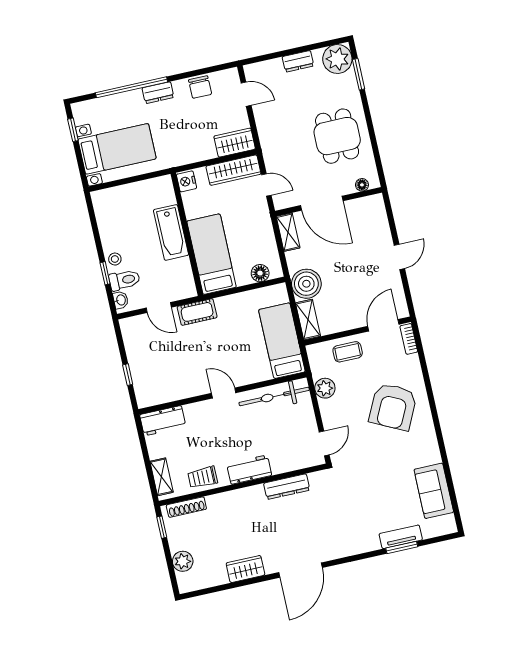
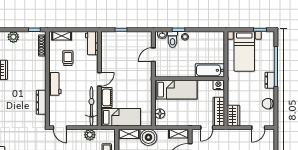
bathtub: (171, 232) -> (210, 70), moved
cot: (197, 312) -> (106, 97), moved
trolley: (203, 477) -> (68, 58), moved

